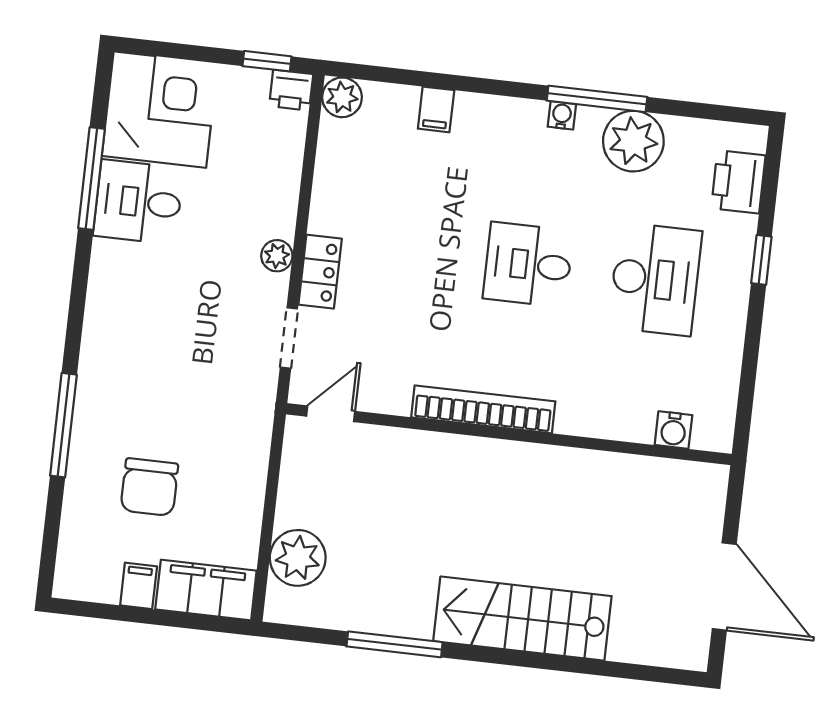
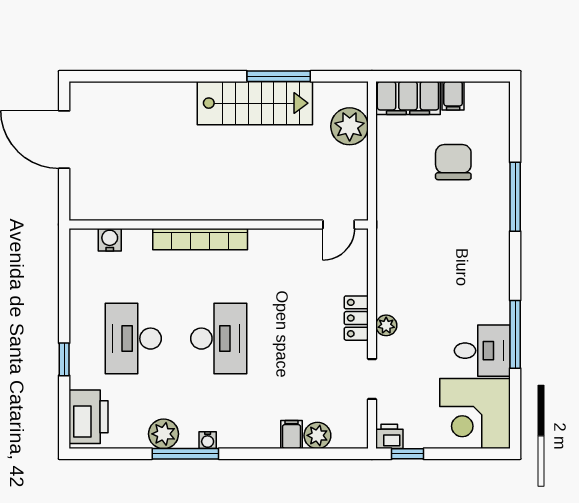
plant: (342, 97) -> (317, 435), moved
plant: (633, 141) -> (164, 434), width x0.73, depth x0.73
window: (91, 179) -> (515, 334), moved
printer: (738, 182) -> (88, 417), width x1.37, depth x1.19
desk: (528, 265) -> (219, 339), width x1.37
doorway: (289, 338) -> (372, 379), moved
bookcase: (483, 409) -> (200, 239), moved
stairs: (522, 619) -> (255, 103), moved

